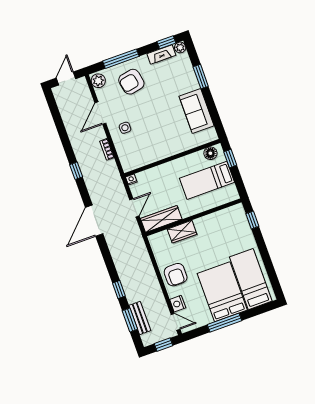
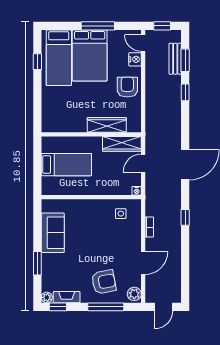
side table: (125, 128) -> (121, 214), moved
floor lamp: (210, 153) -> (54, 189), removed
window: (230, 159) -> (37, 177), removed
window: (252, 220) -> (37, 62), moved
wardrobe: (182, 232) -> (107, 125), width x1.50

